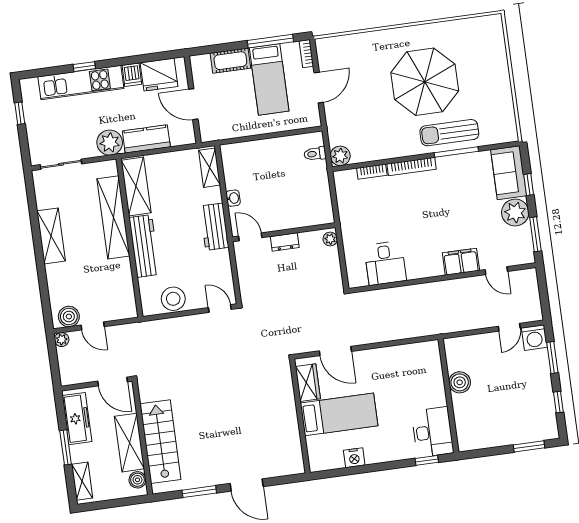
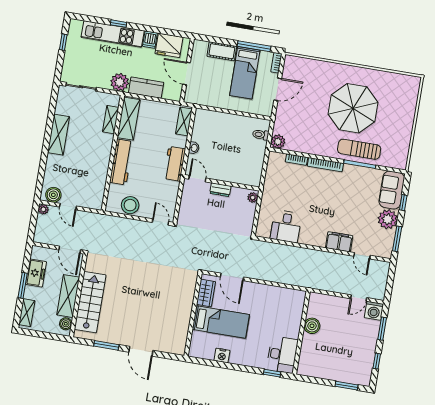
shelving: (113, 217) -> (111, 120), width x0.45, depth x0.75
freezer: (77, 419) -> (36, 273), width x0.71

